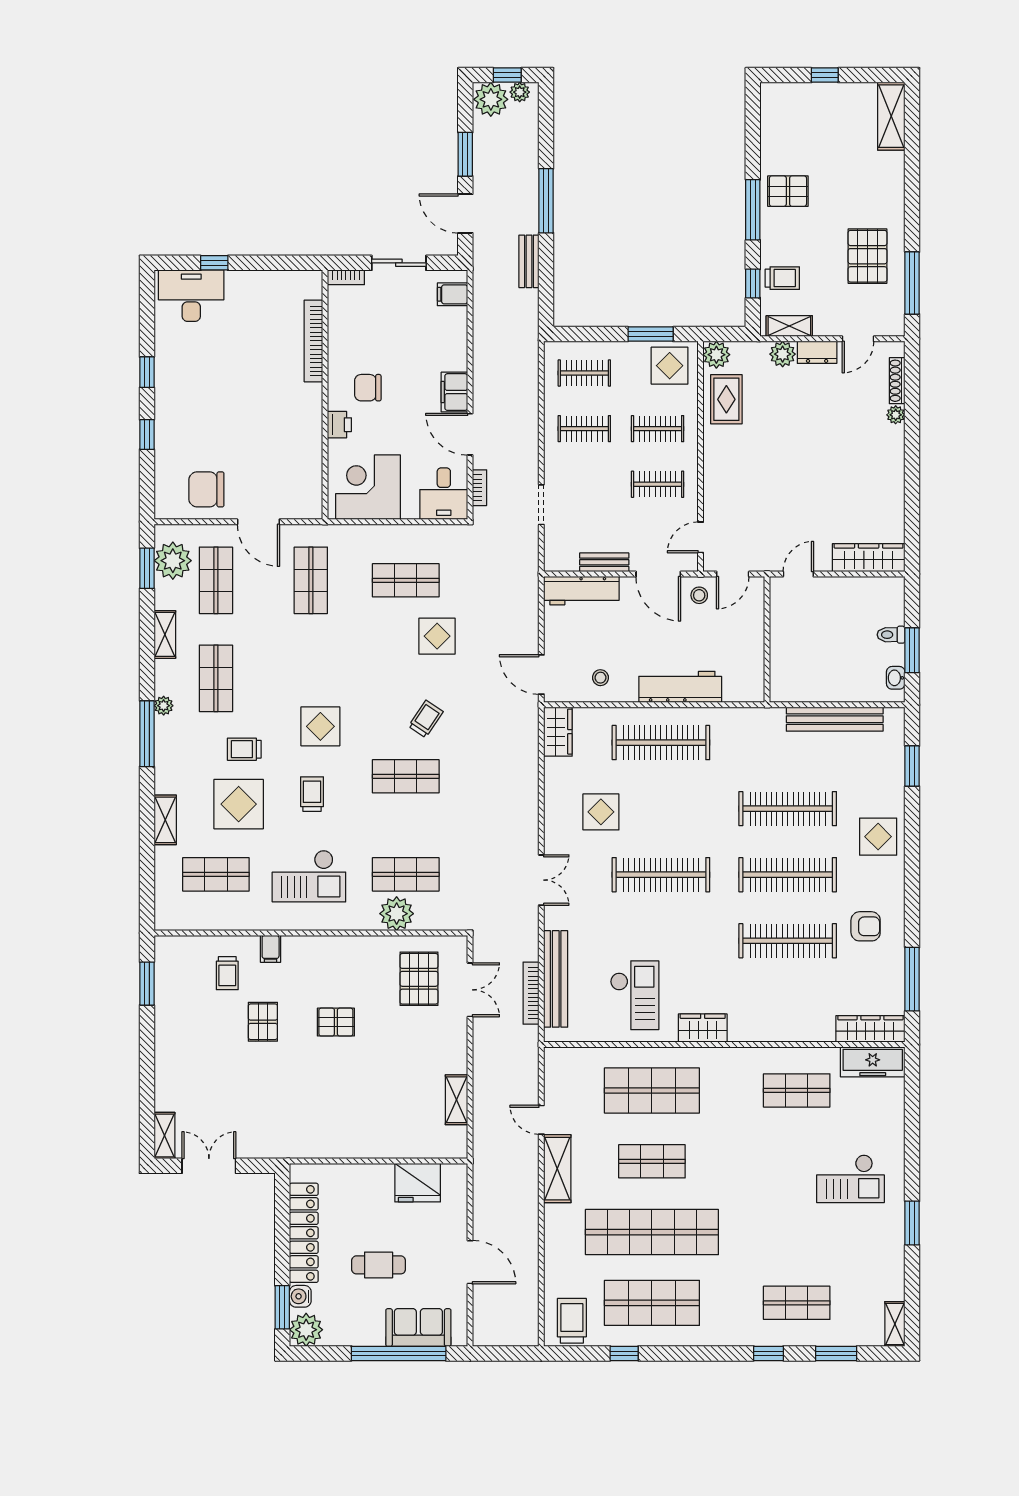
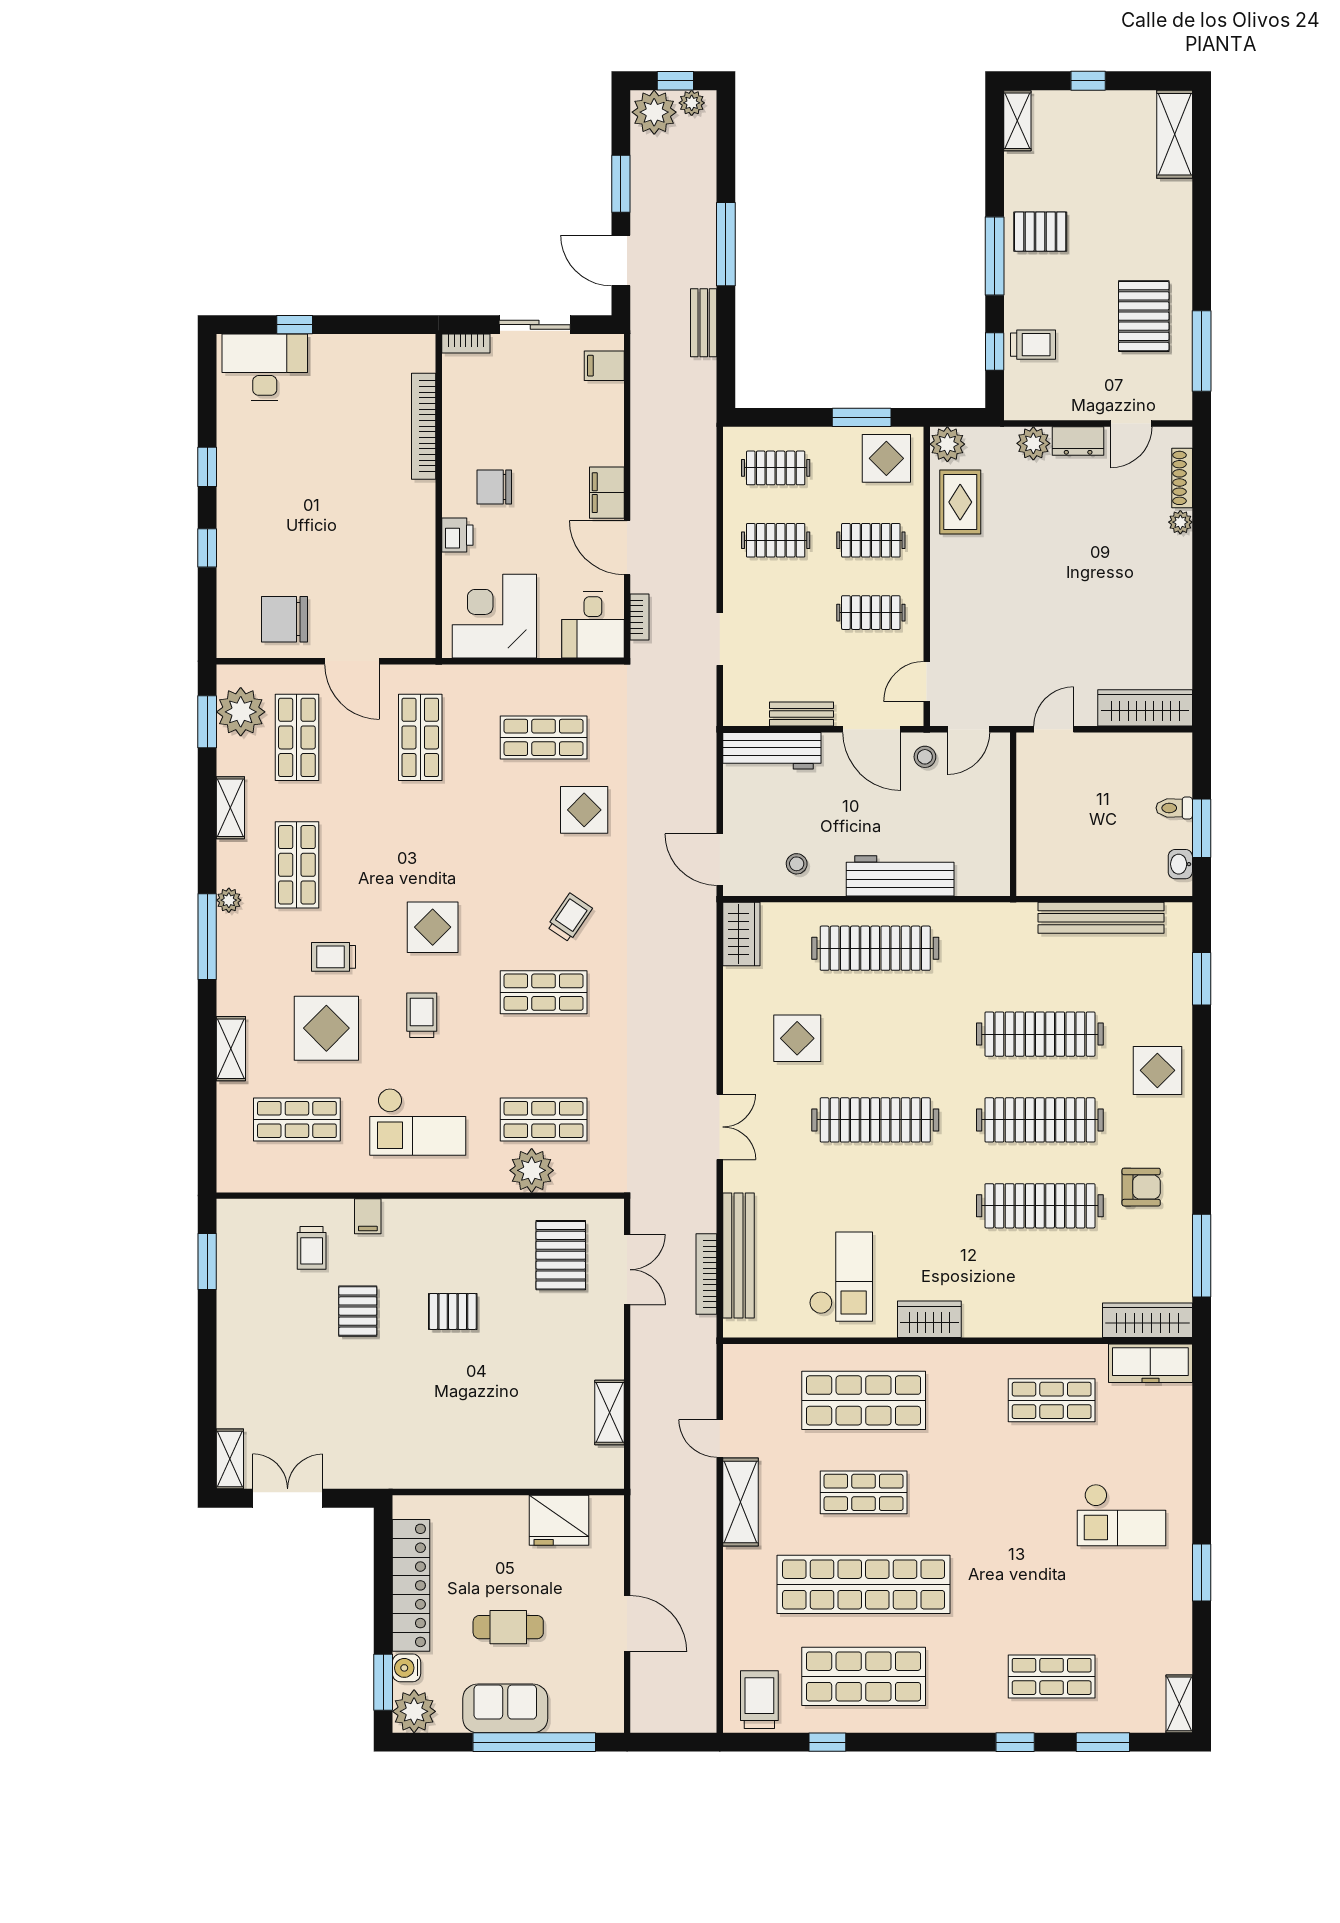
shelving: (789, 326) -> (1017, 121), moved, turned 90
sofa: (418, 1328) -> (505, 1708), moved

